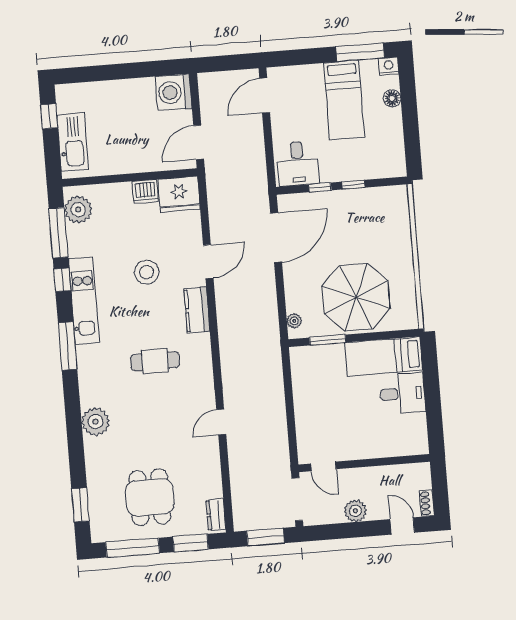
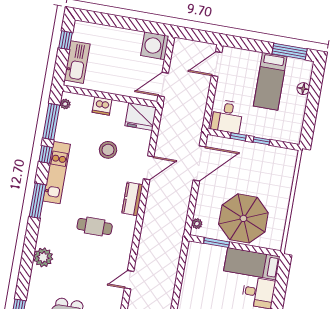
nightstand: (389, 66) -> (307, 66), removed
dishwasher: (145, 191) -> (102, 106), moved
plant: (78, 210) -> (65, 104), width x0.53, depth x0.53
stool: (147, 272) -> (108, 150), moved

